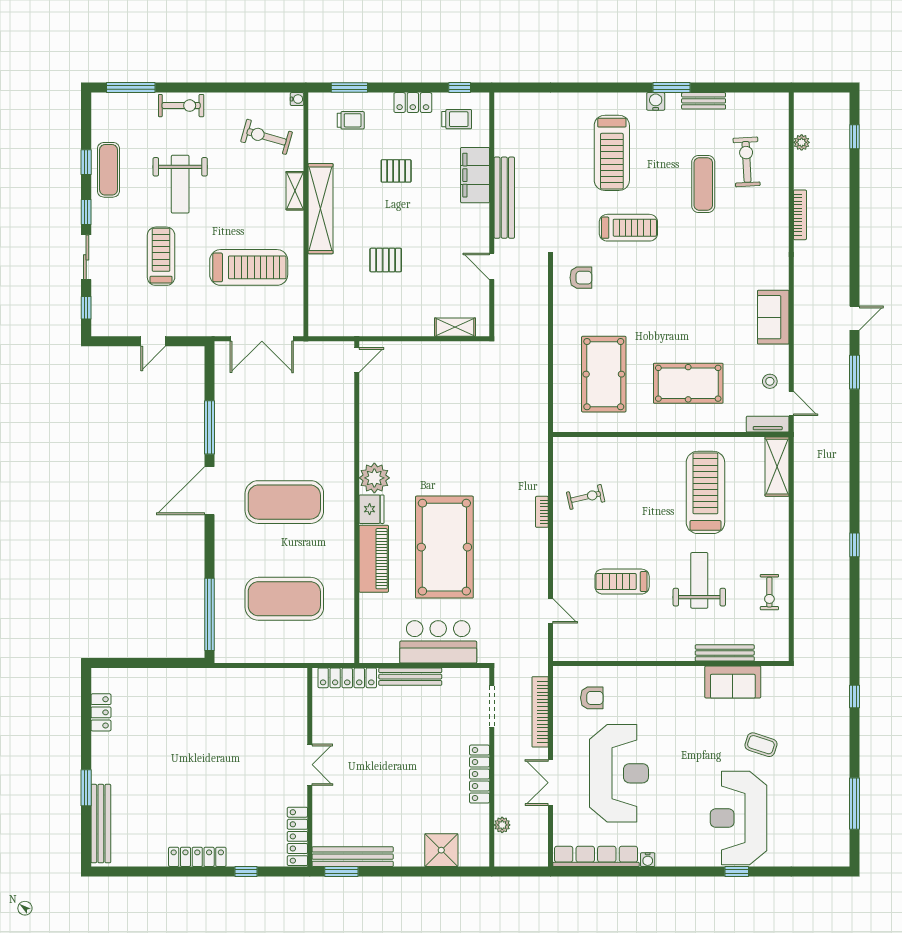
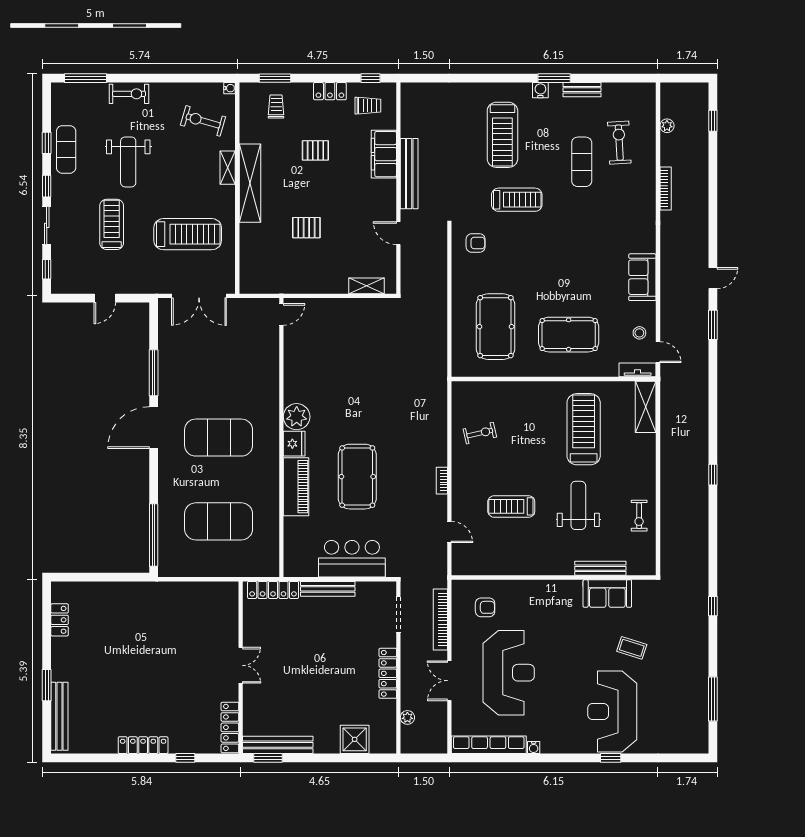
trolley: (351, 120) -> (276, 107), turned -90
bookcase: (542, 512) -> (442, 481), moved
pool table: (444, 547) -> (357, 477), width x0.73, depth x0.76

